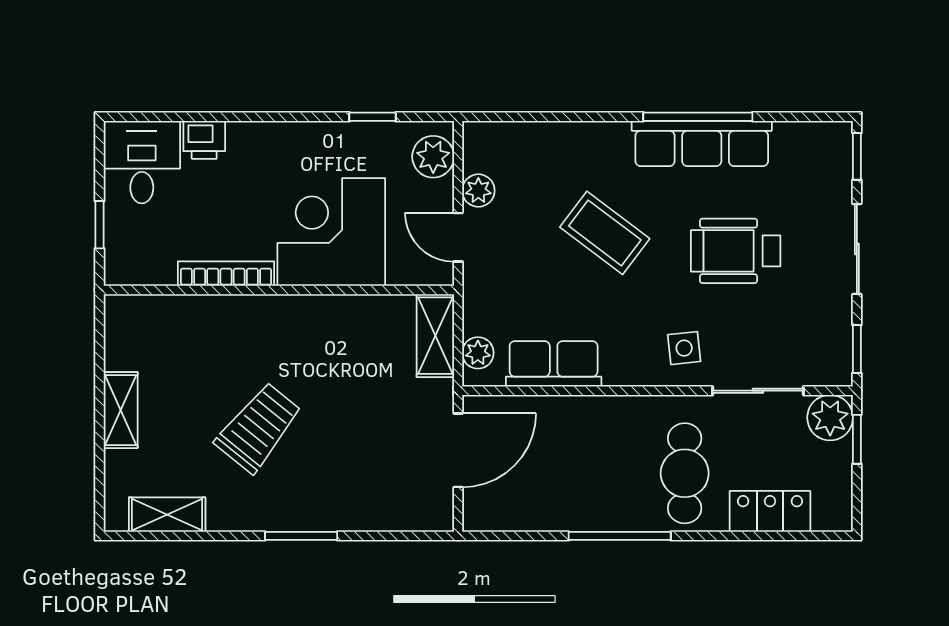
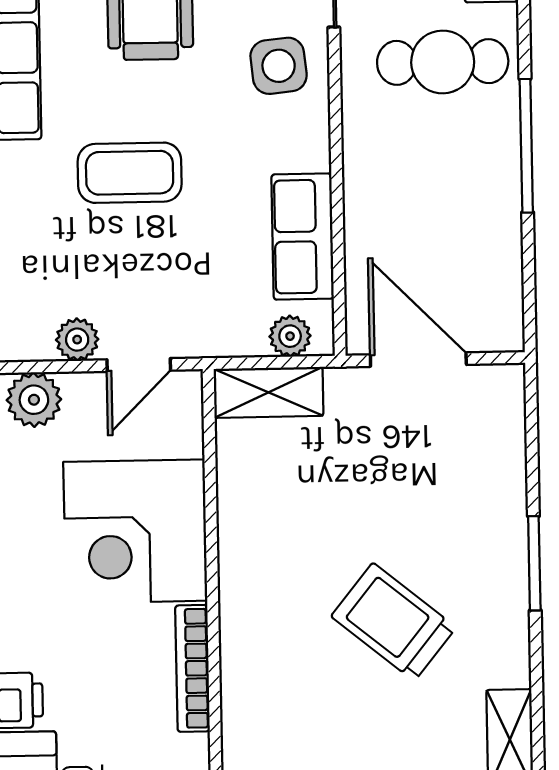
coffee table: (605, 233) -> (130, 173), turned 53
side table: (684, 348) -> (279, 66), width x1.37, depth x1.37

